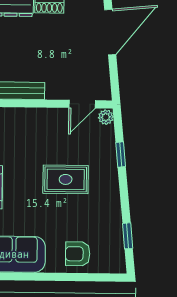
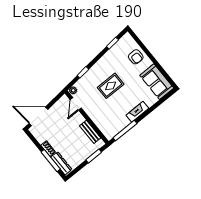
door: (82, 104) -> (76, 104), swing flipped
rug: (66, 179) -> (111, 86), turned 90

